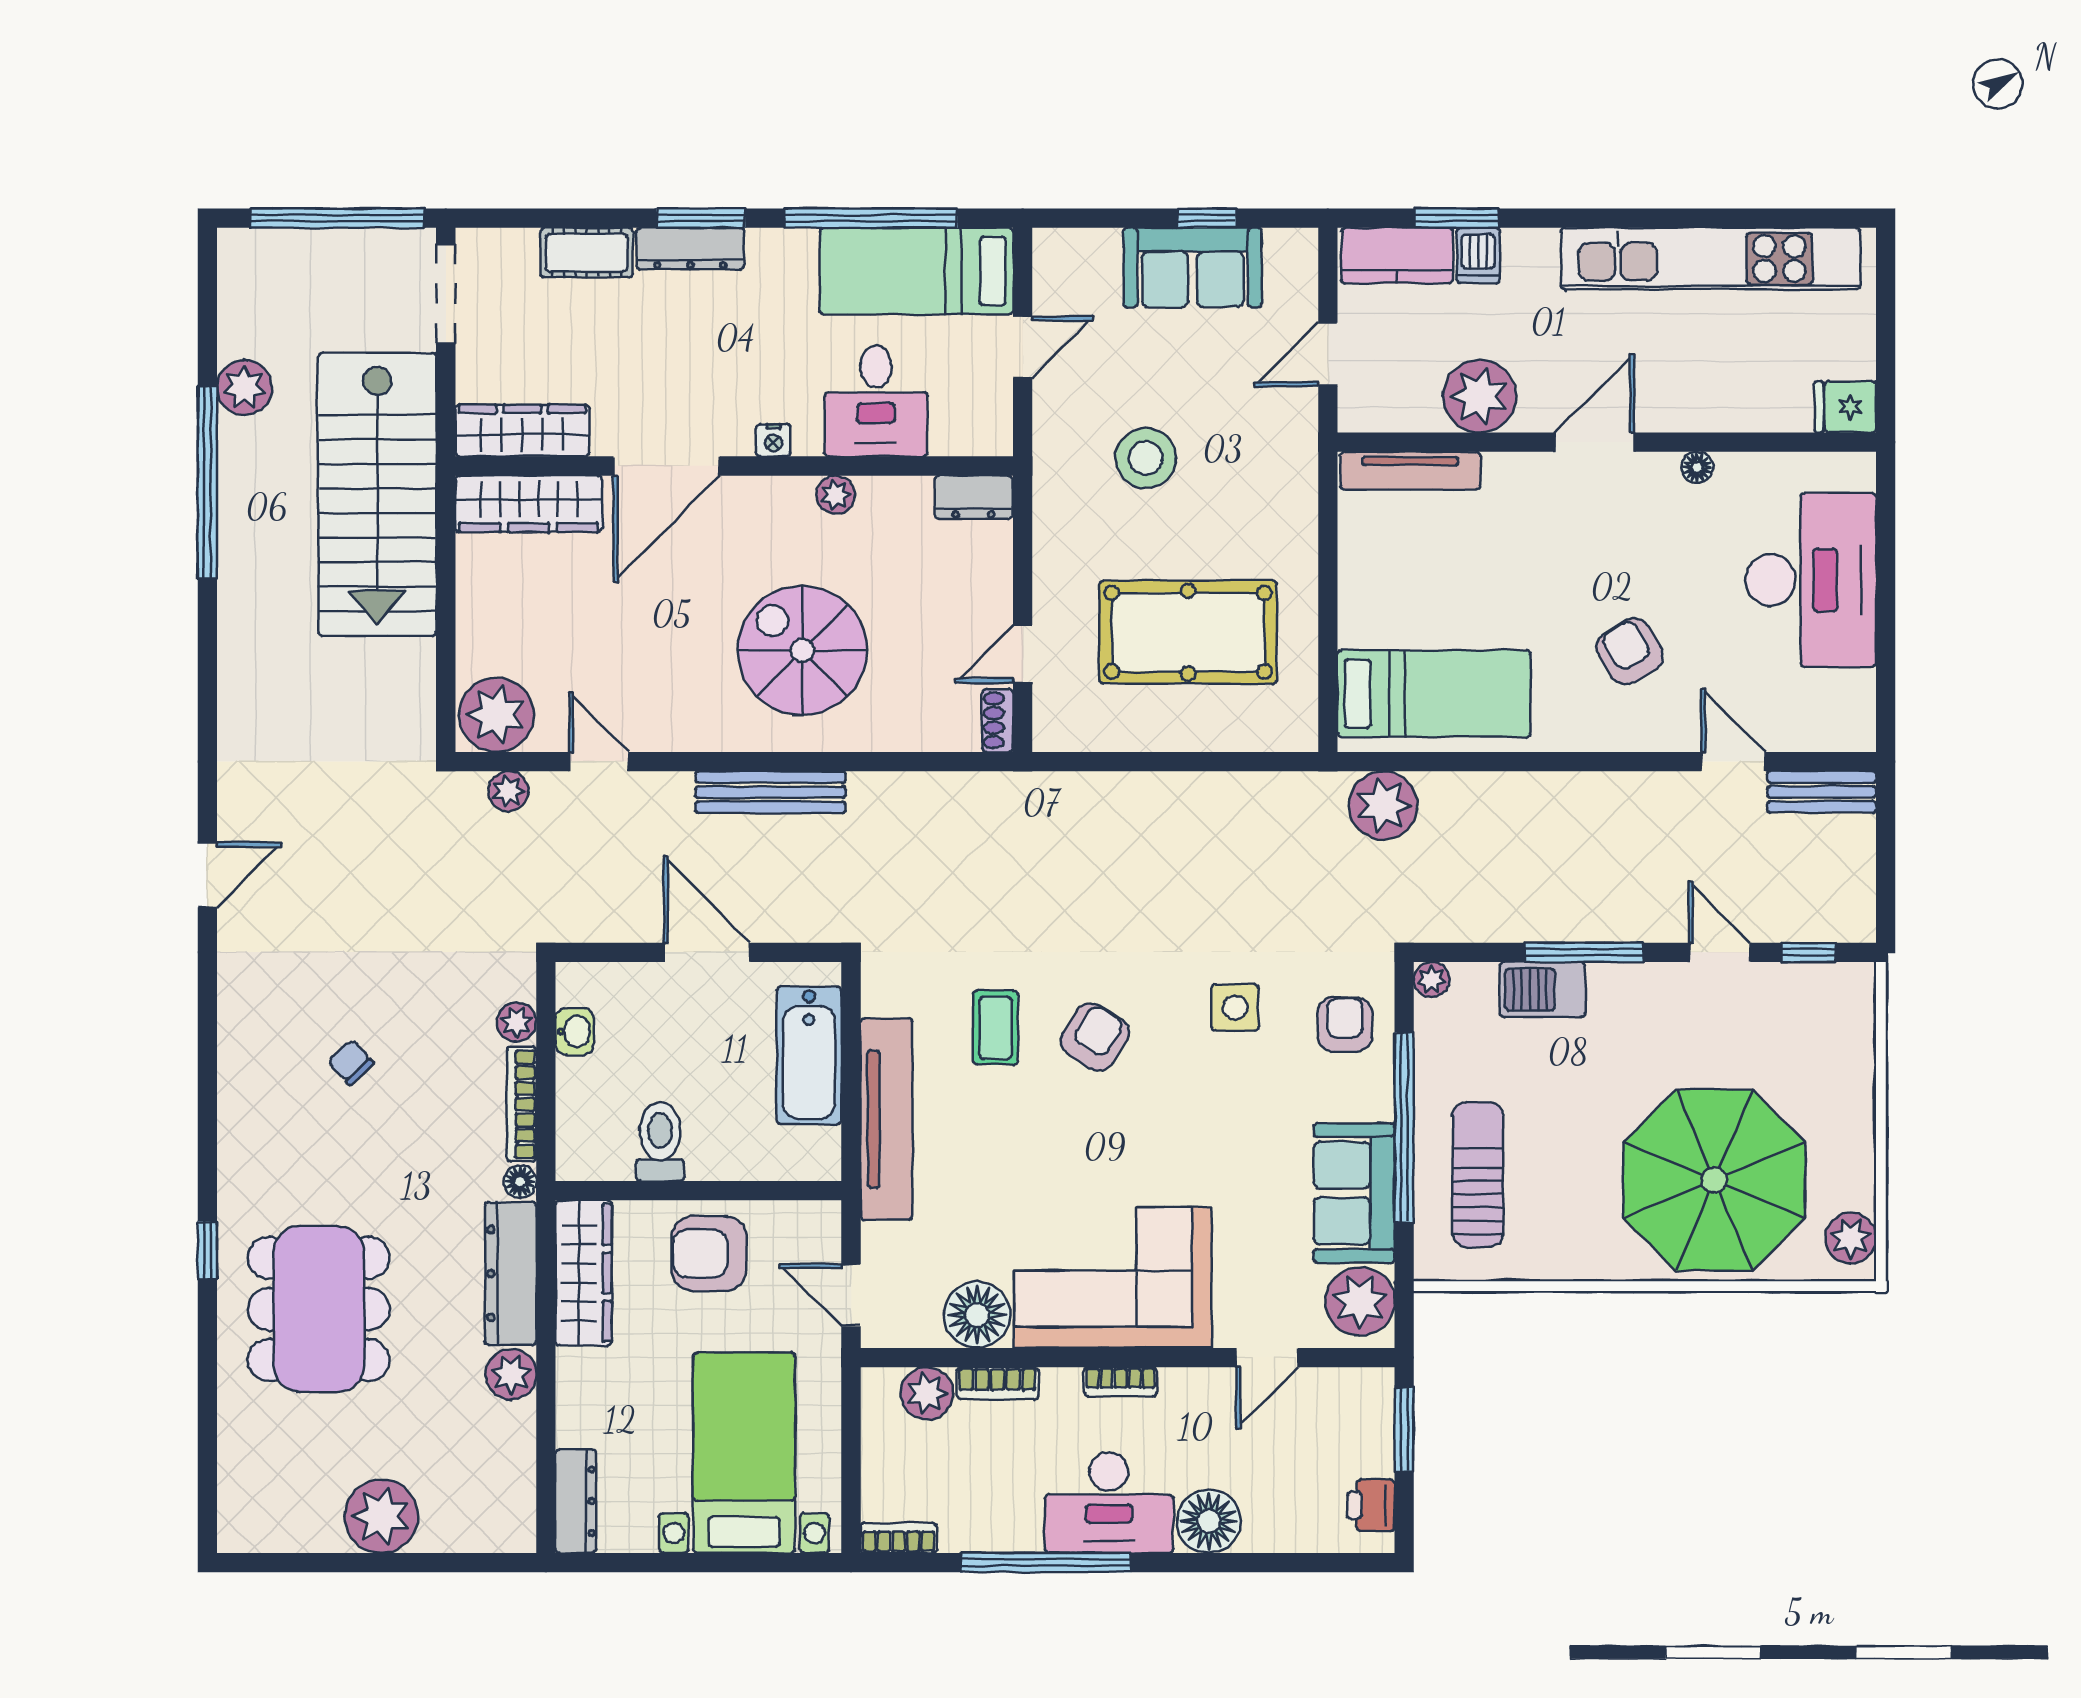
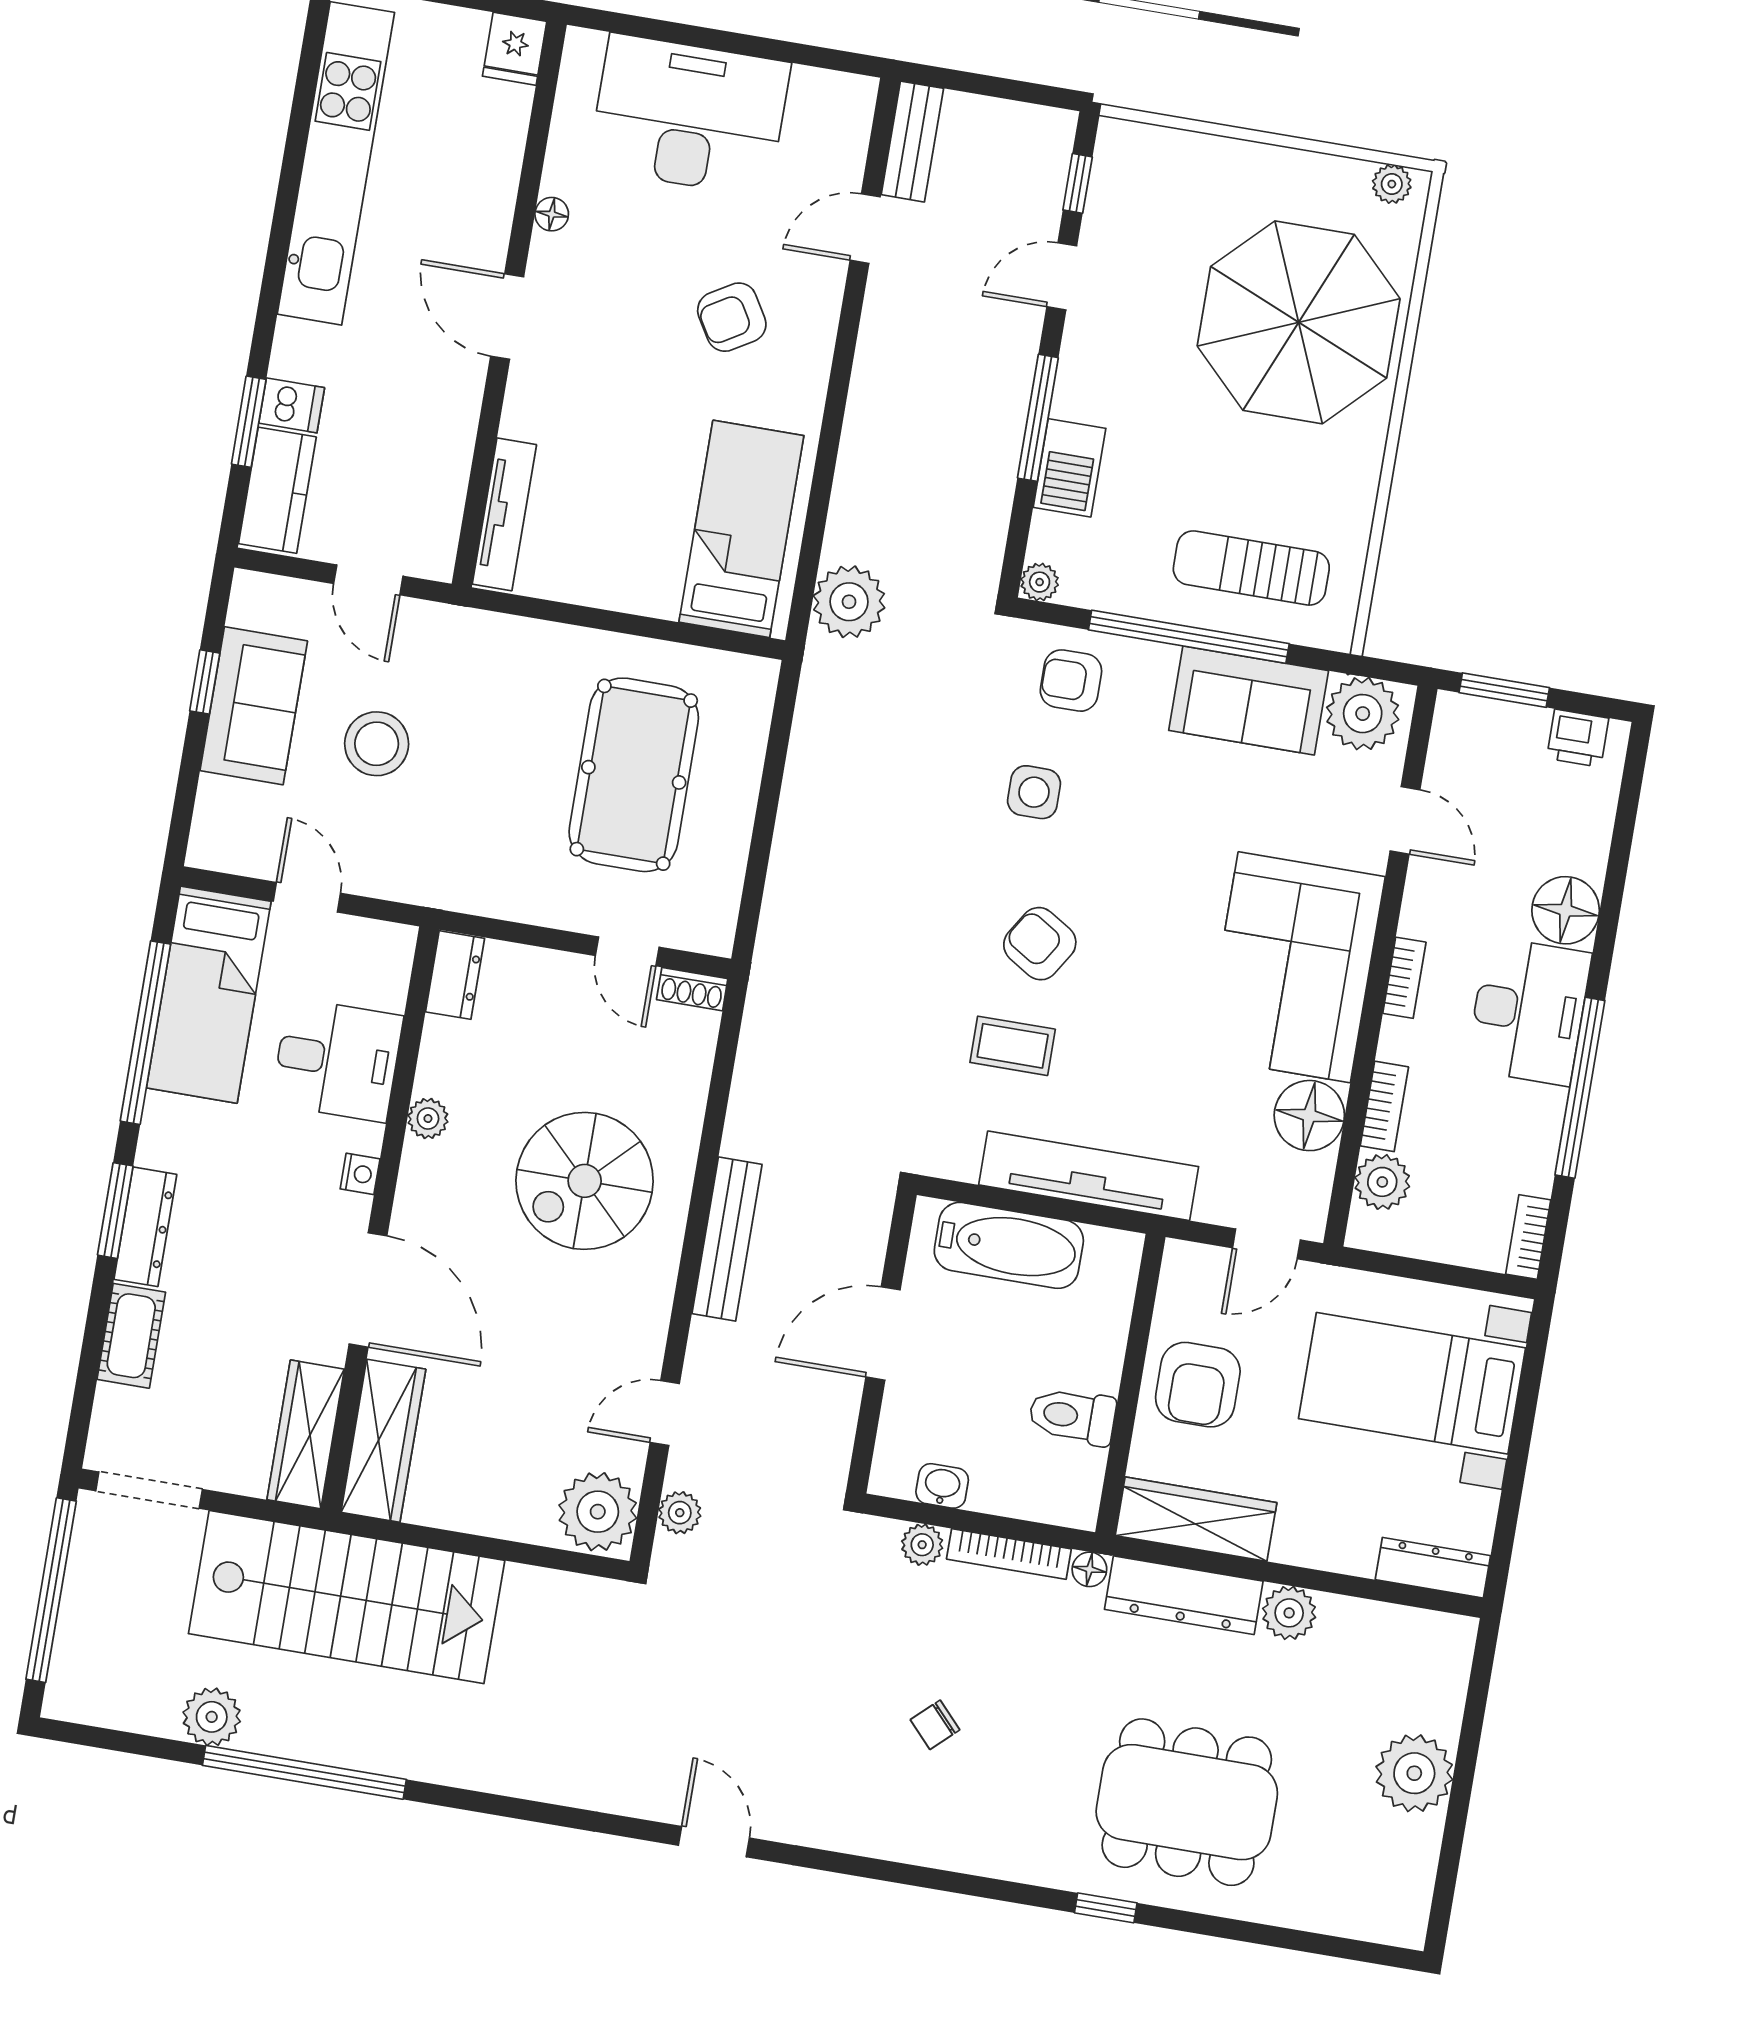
plant: (1480, 396) -> (439, 429), removed
stool: (1146, 458) -> (377, 744), moved
plant: (1851, 1238) -> (1392, 184), width x0.73, depth x0.73

